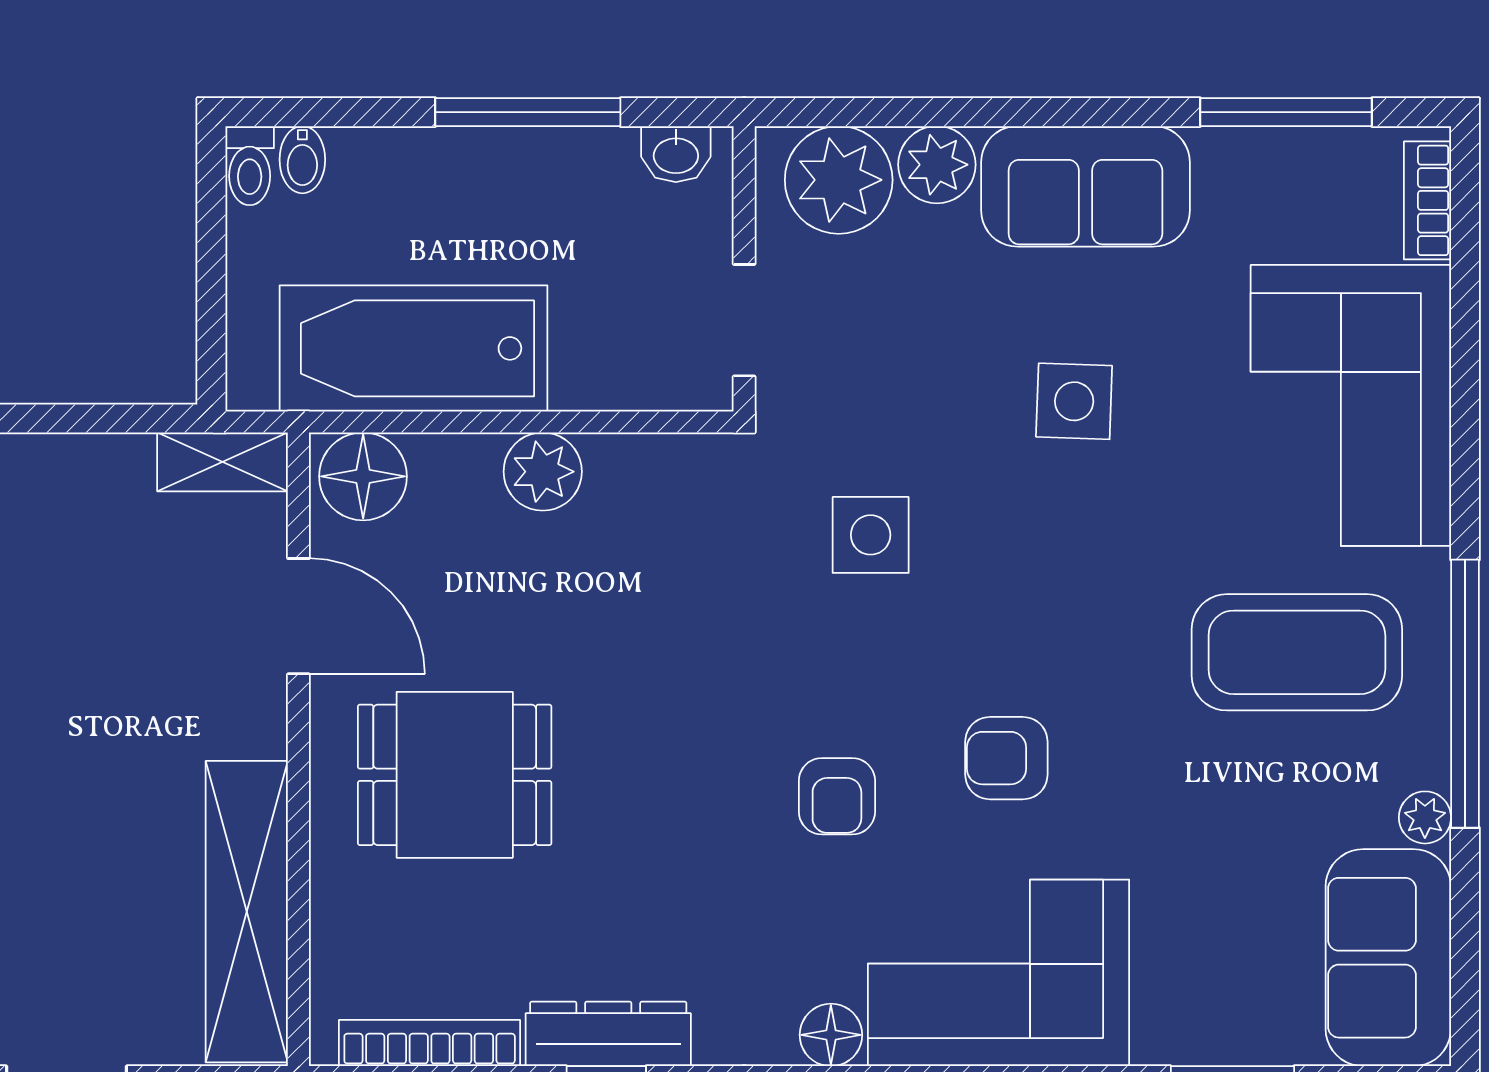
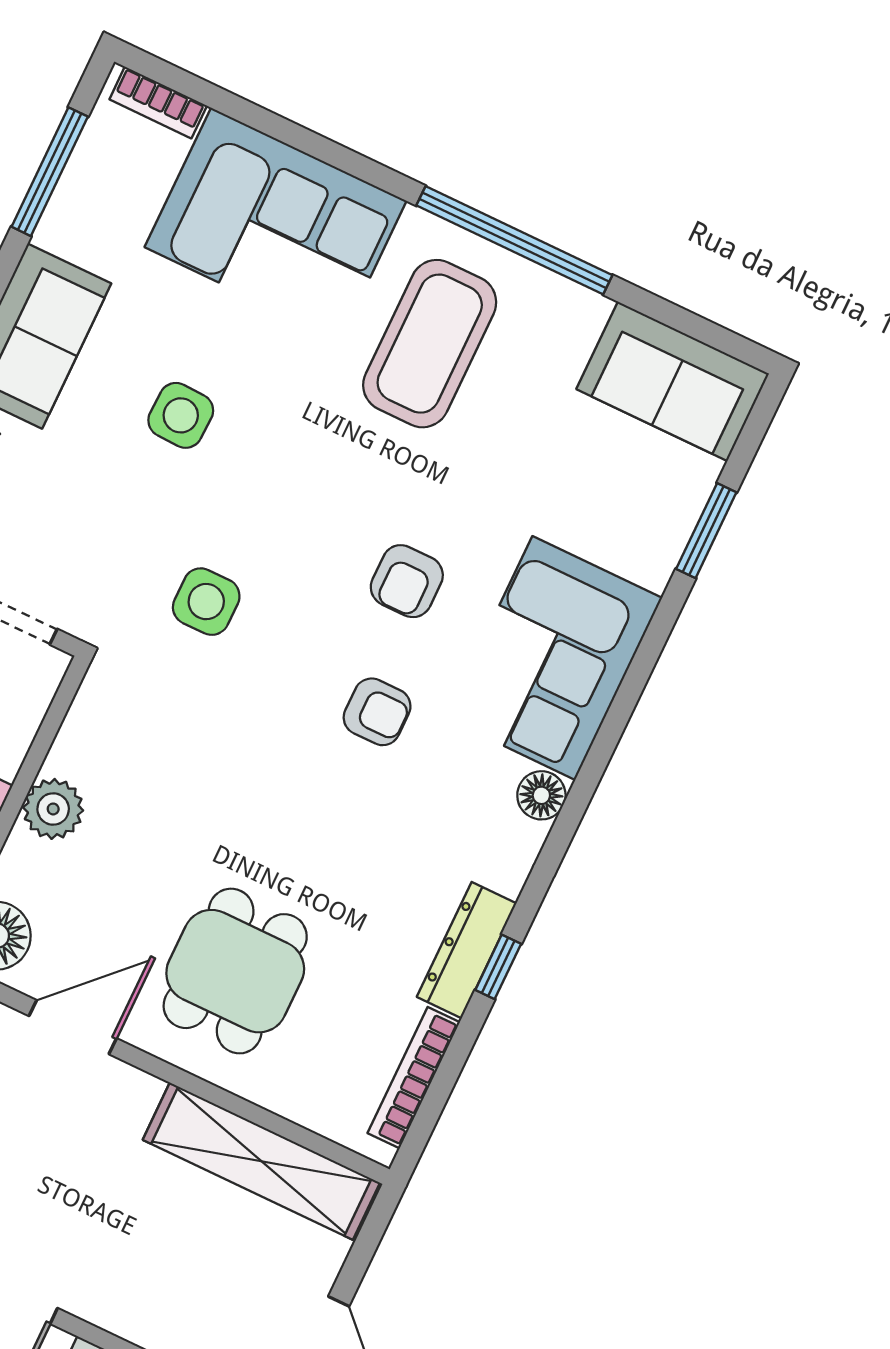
plant: (1425, 817) -> (587, 309), removed

